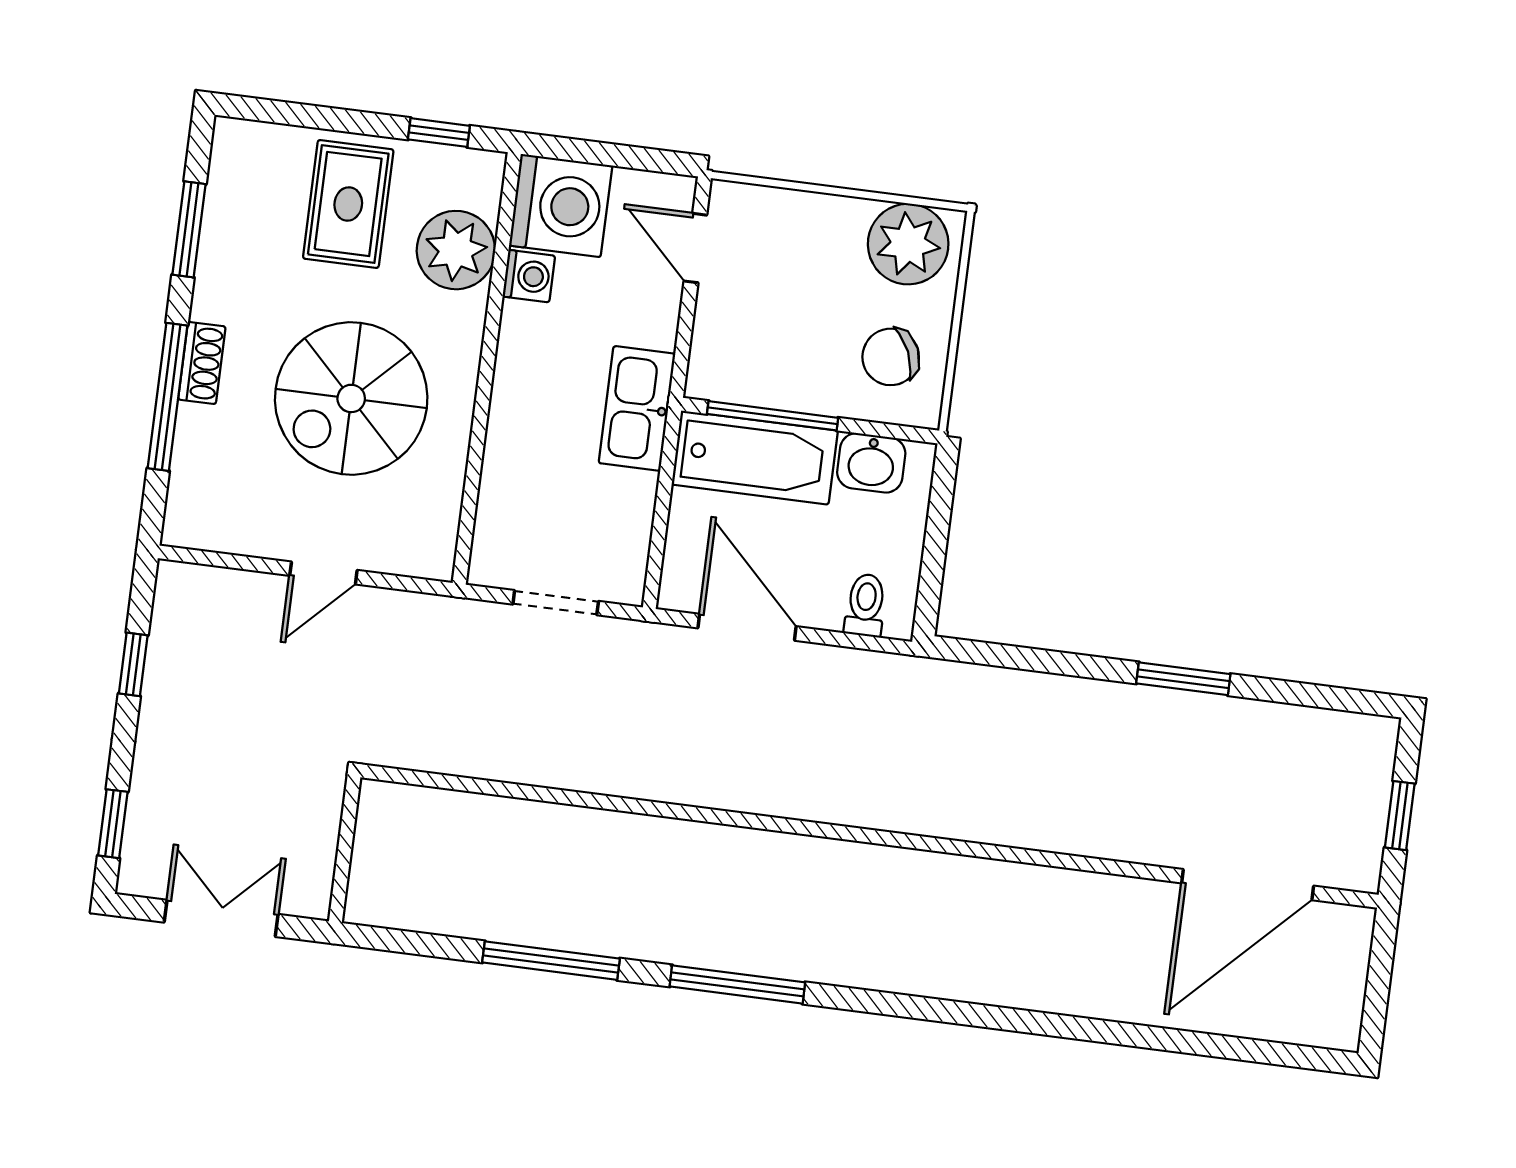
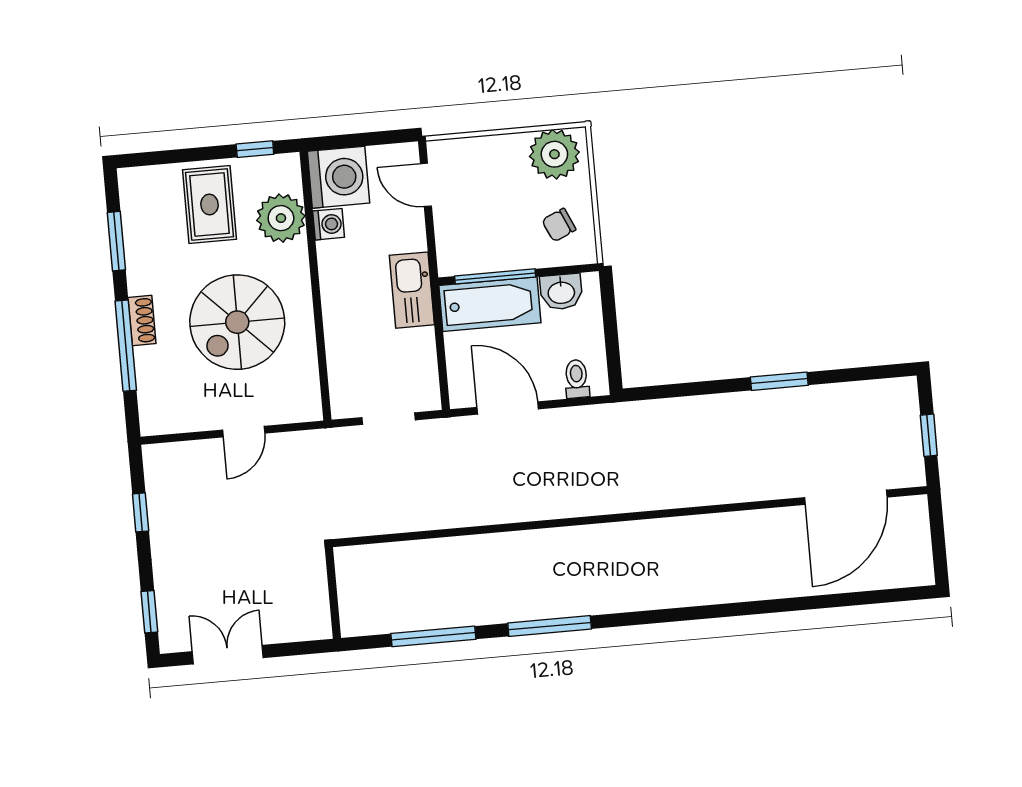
chair: (891, 357) -> (559, 225), width x0.73, depth x0.73
wall: (345, 849) -> (333, 593), moved

